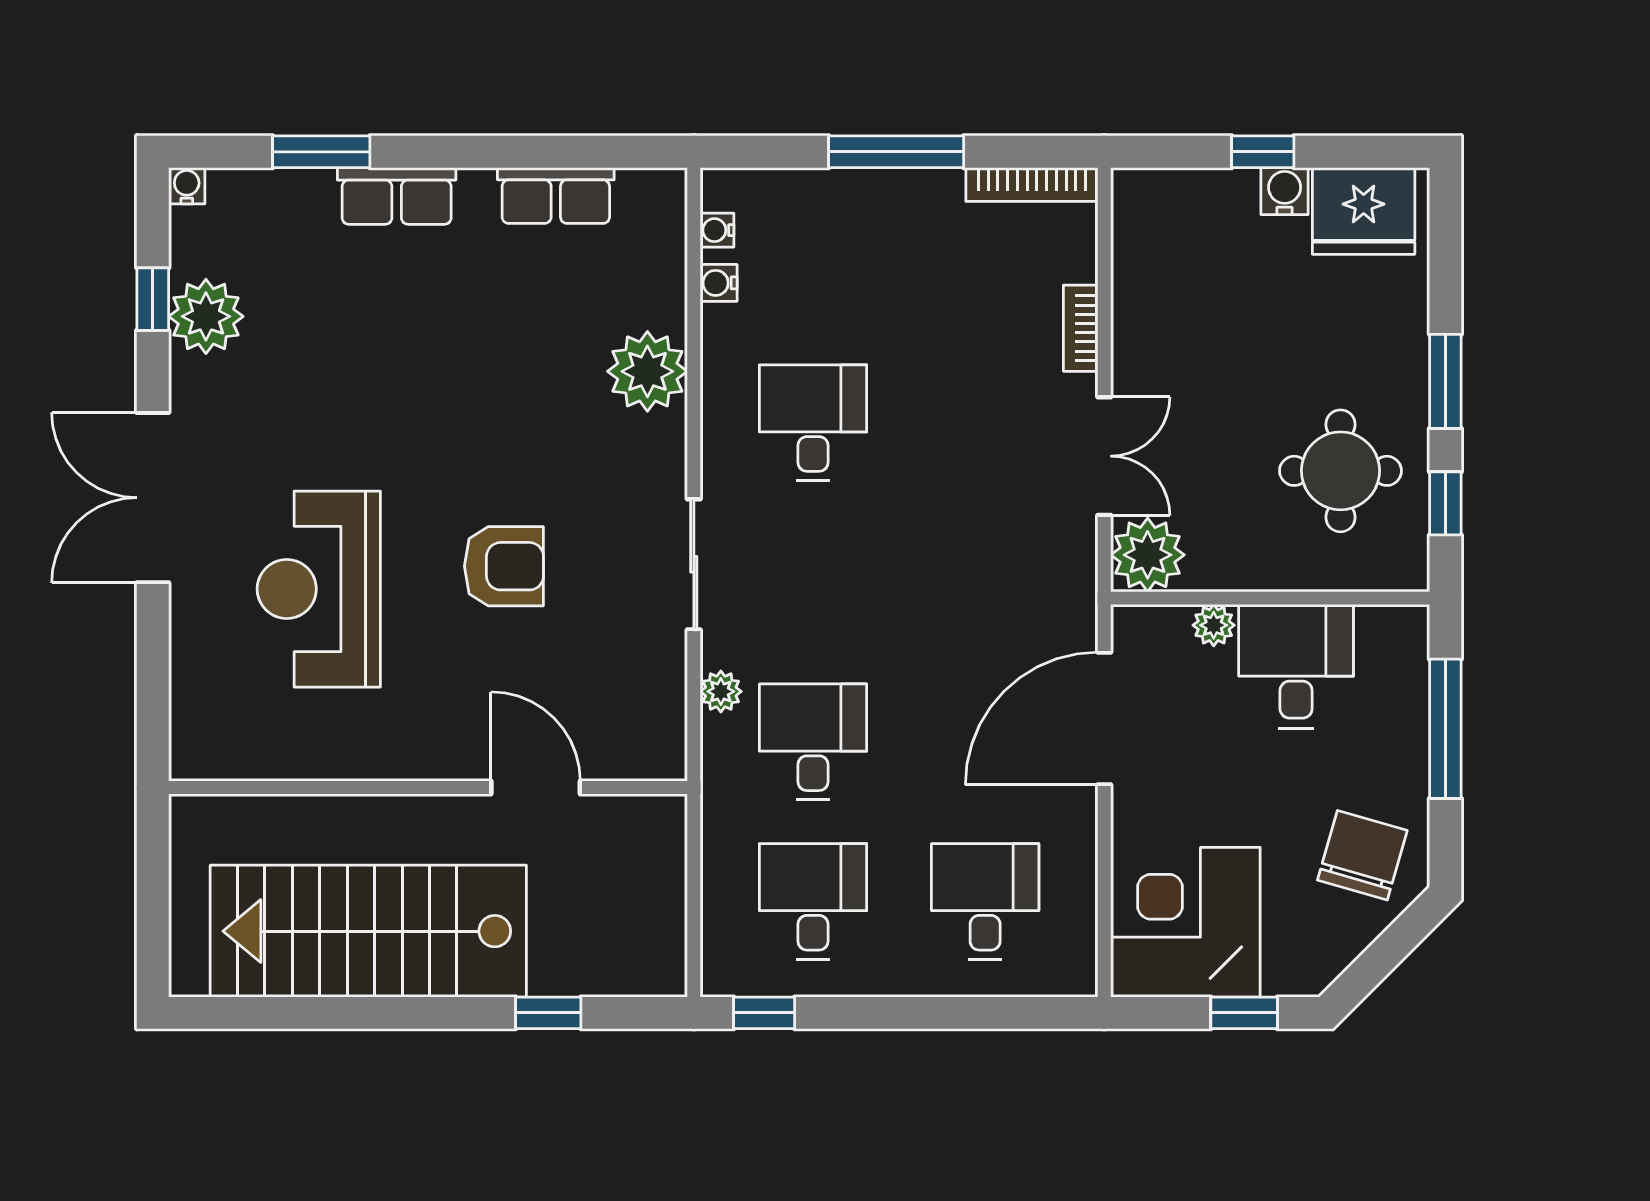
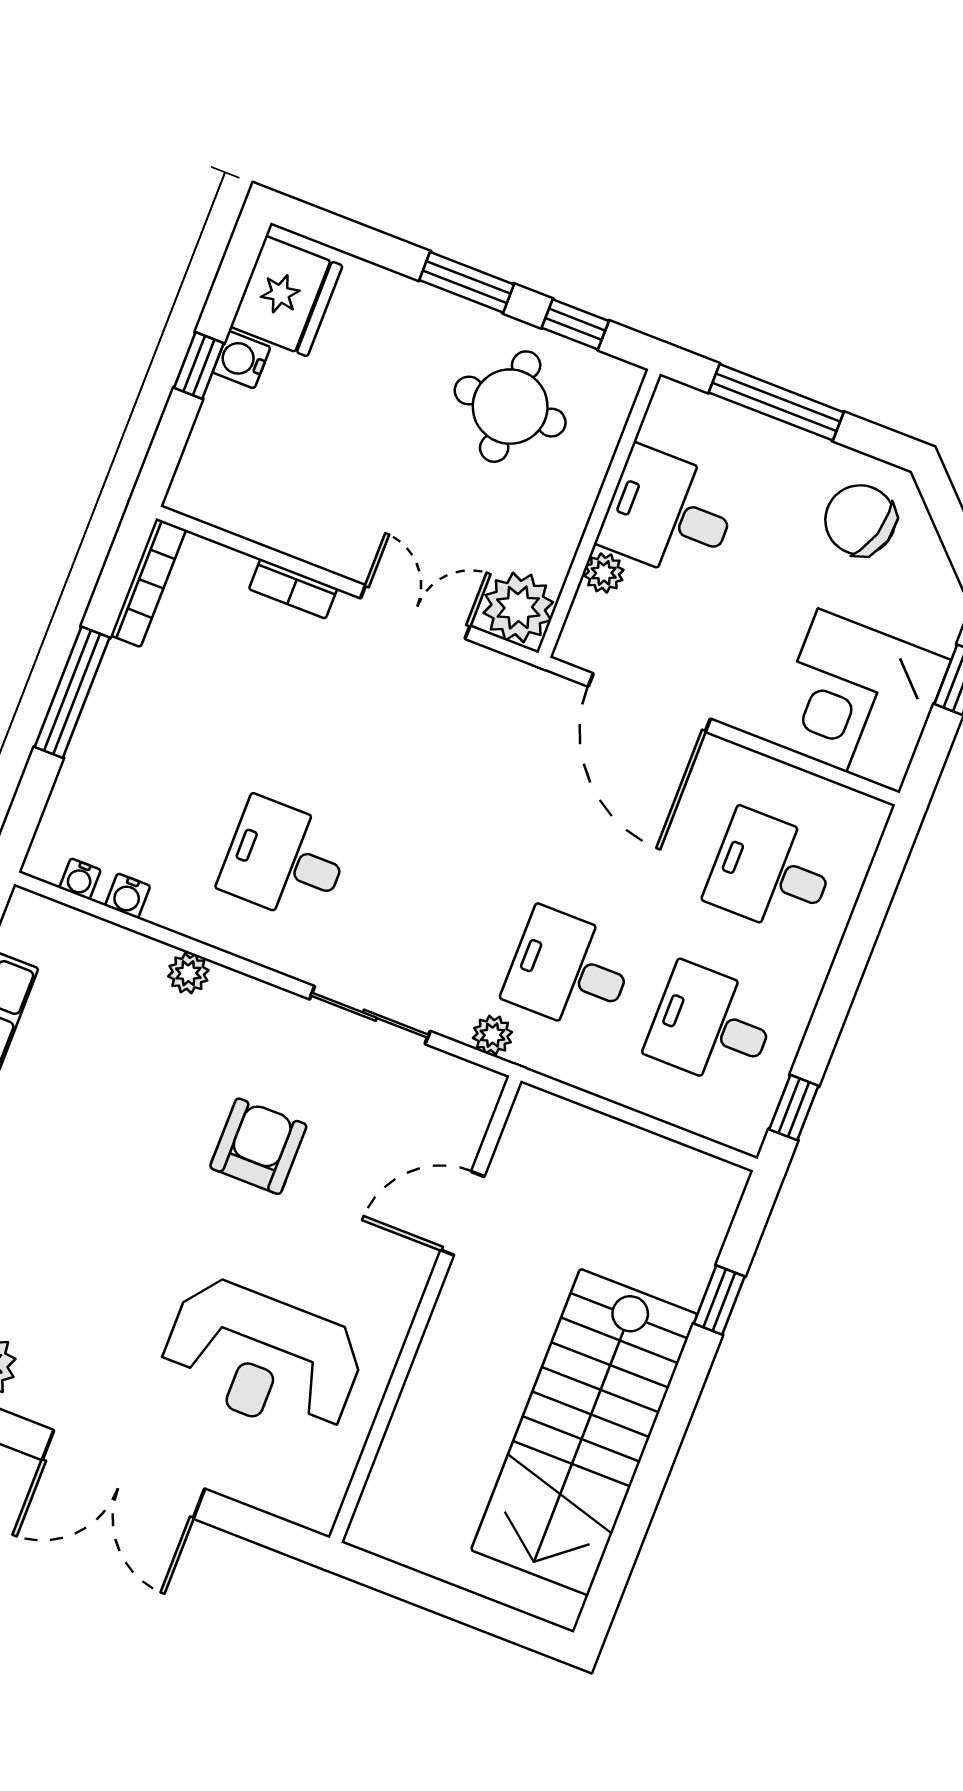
plant: (647, 371) -> (188, 973), width x0.53, depth x0.53
armchair: (504, 566) -> (258, 1146), moved
wall: (428, 788) -> (425, 1309), moved
door: (536, 788) -> (463, 1213), moved

